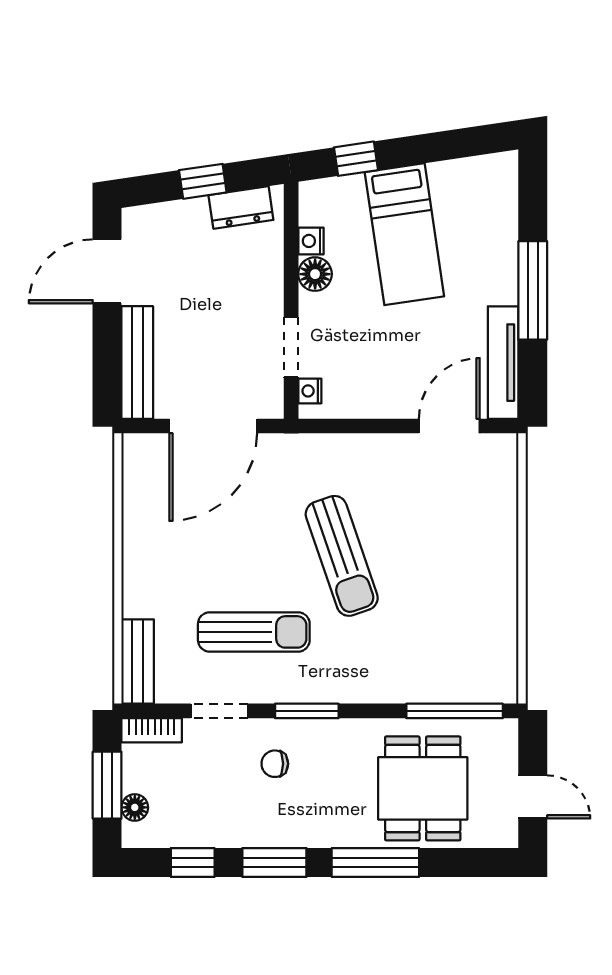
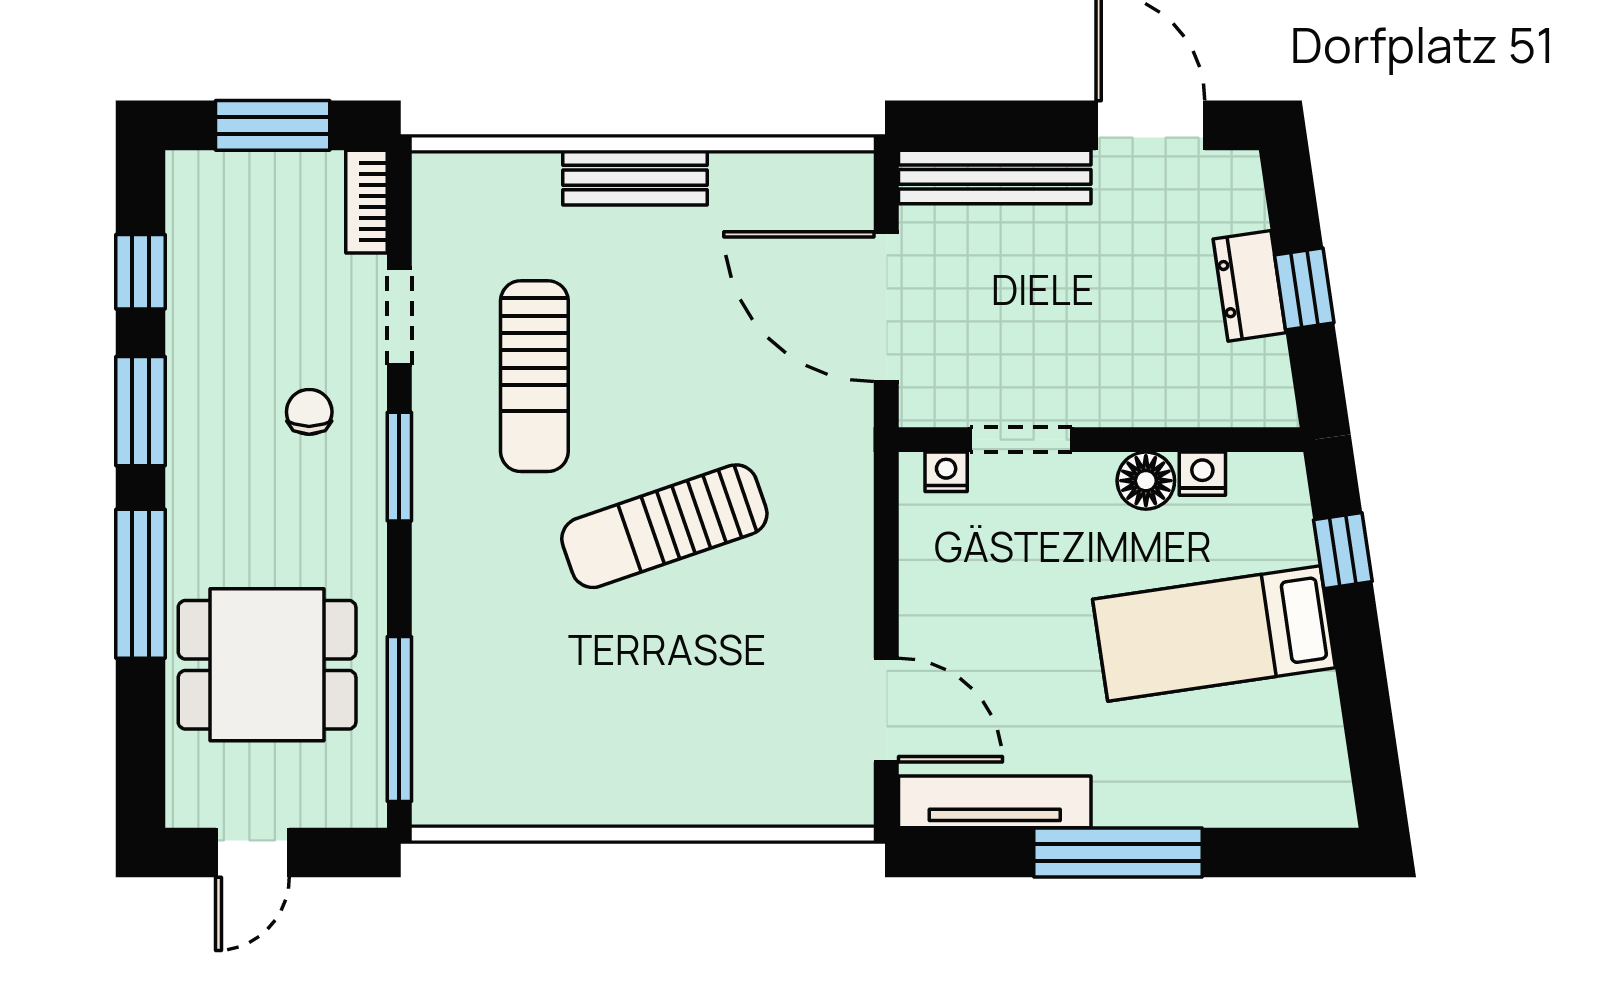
dresser: (241, 207) -> (1249, 286), moved
bench: (138, 662) -> (635, 178), moved
floor lamp: (135, 807) -> (235, 173), removed

